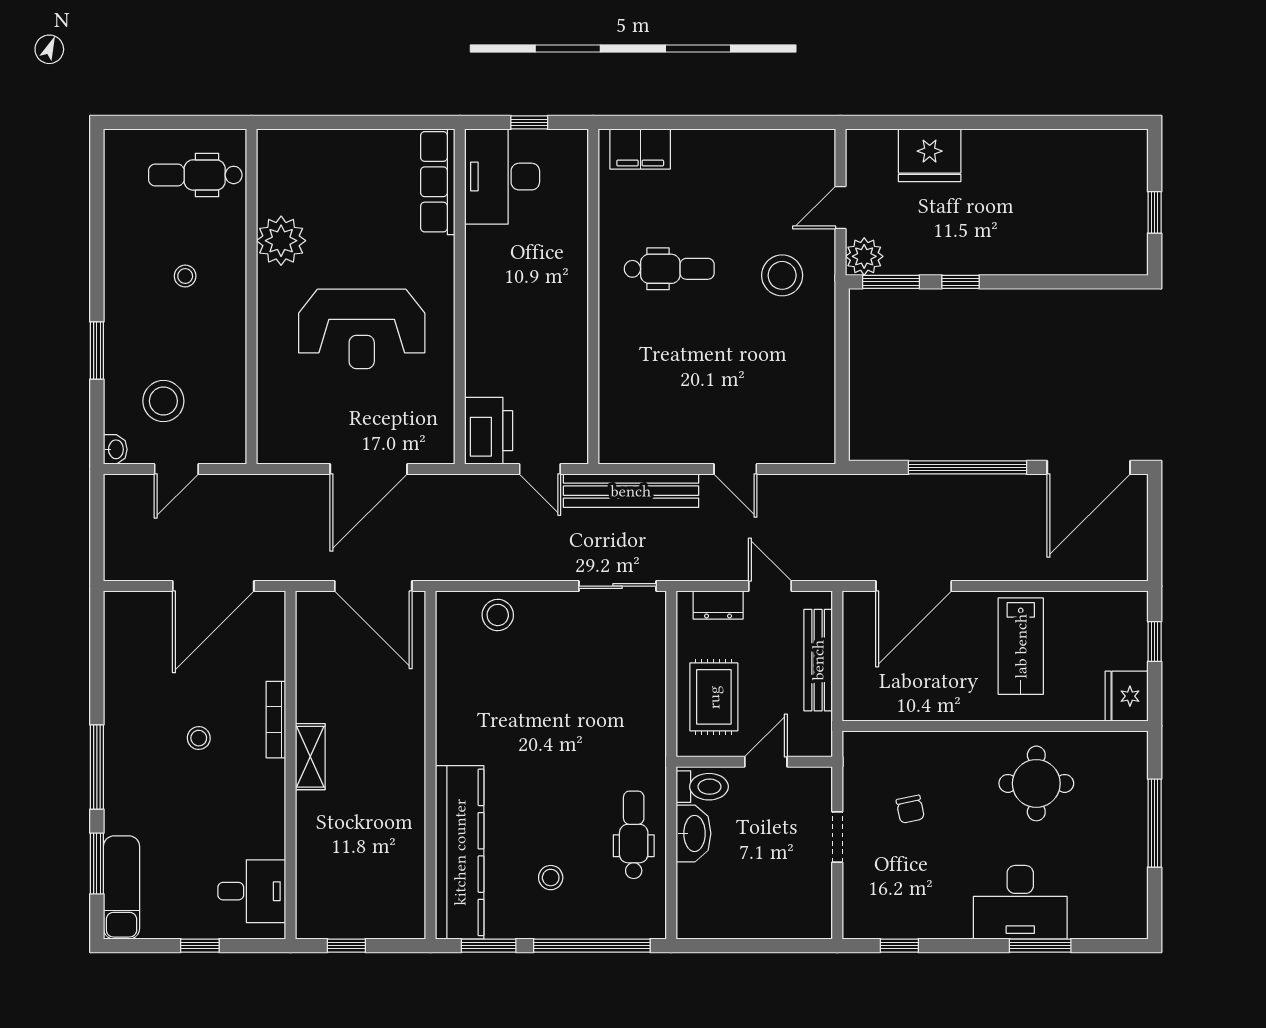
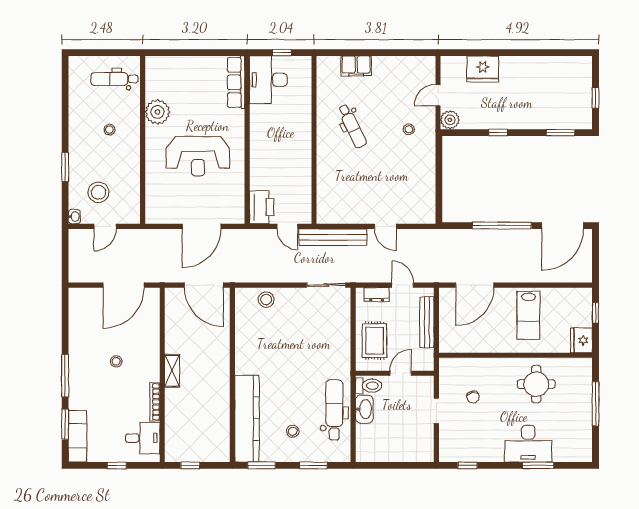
filing cabinet: (640, 149) -> (356, 66), moved
dental chair: (669, 269) -> (352, 126), turned 64
stool: (782, 275) -> (409, 129), width x0.53, depth x0.53
window: (891, 282) -> (561, 133), moved
bookcase: (276, 720) -> (155, 402), moved
dental chair: (634, 835) -> (334, 410), width x1.36, depth x1.38
window: (592, 946) -> (313, 465), width x0.47

